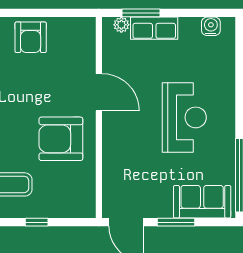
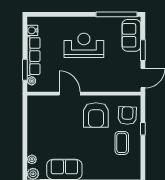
row of seats: (154, 28) -> (34, 56), width x1.48
armchair: (31, 37) -> (127, 116), moved, turned -88
door: (99, 92) -> (70, 94), hinge flipped

